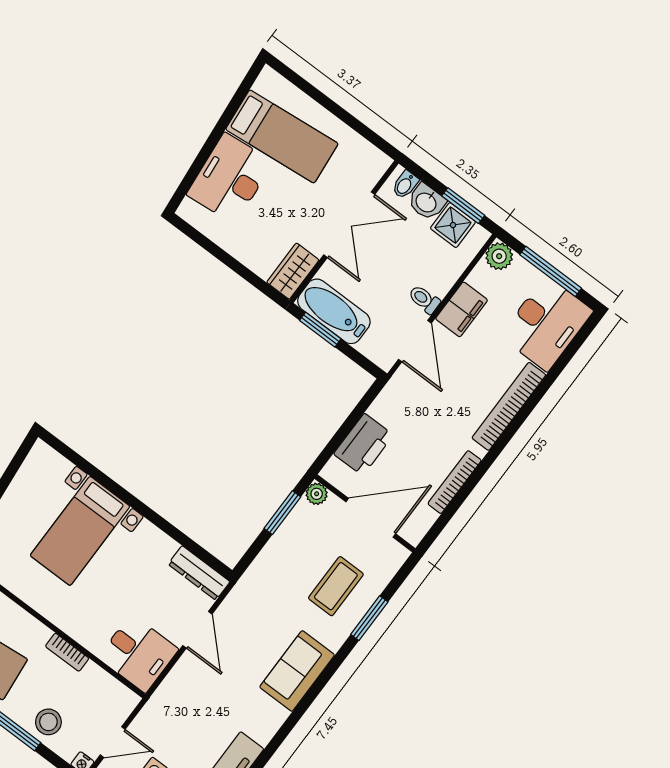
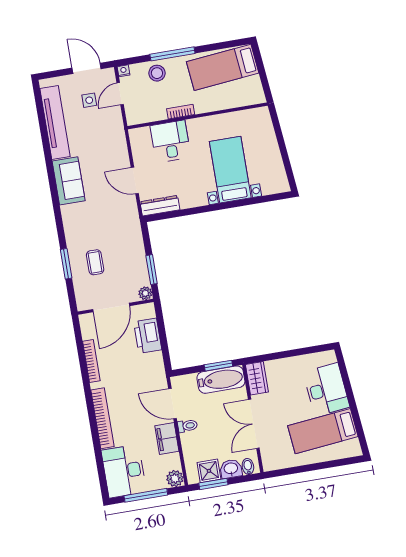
coffee table: (336, 586) -> (95, 262), width x0.73, depth x0.77
desk: (138, 653) -> (170, 141), moved, turned 90
sofa: (297, 671) -> (69, 181), moved

